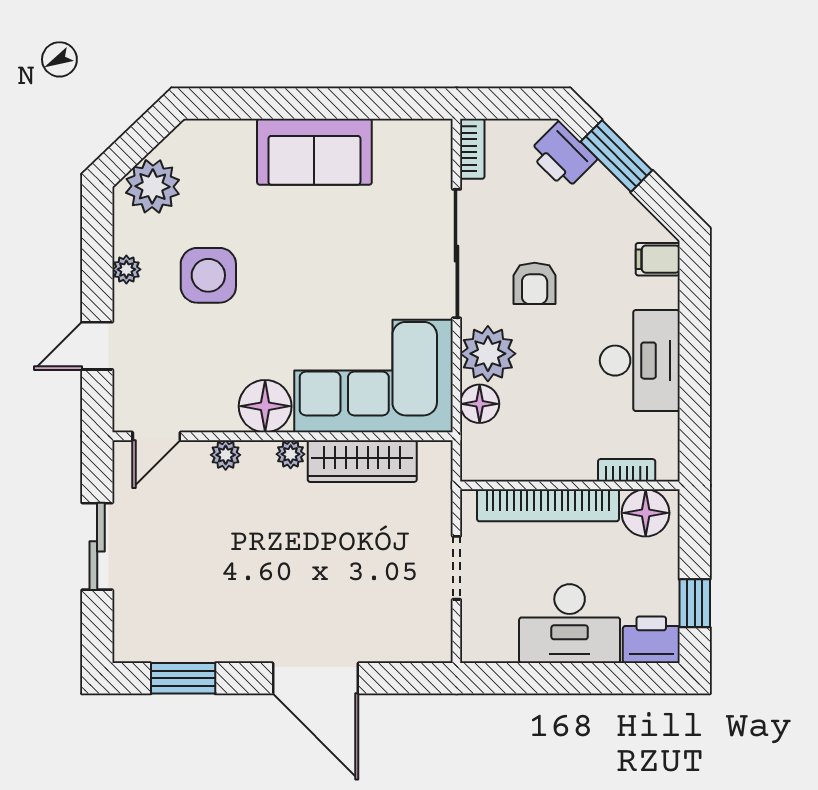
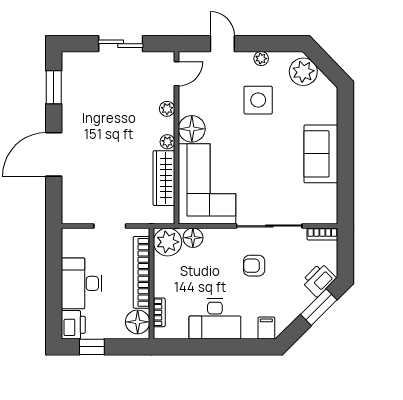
plant: (488, 354) -> (168, 242), moved
door: (156, 436) -> (176, 74), swing flipped

